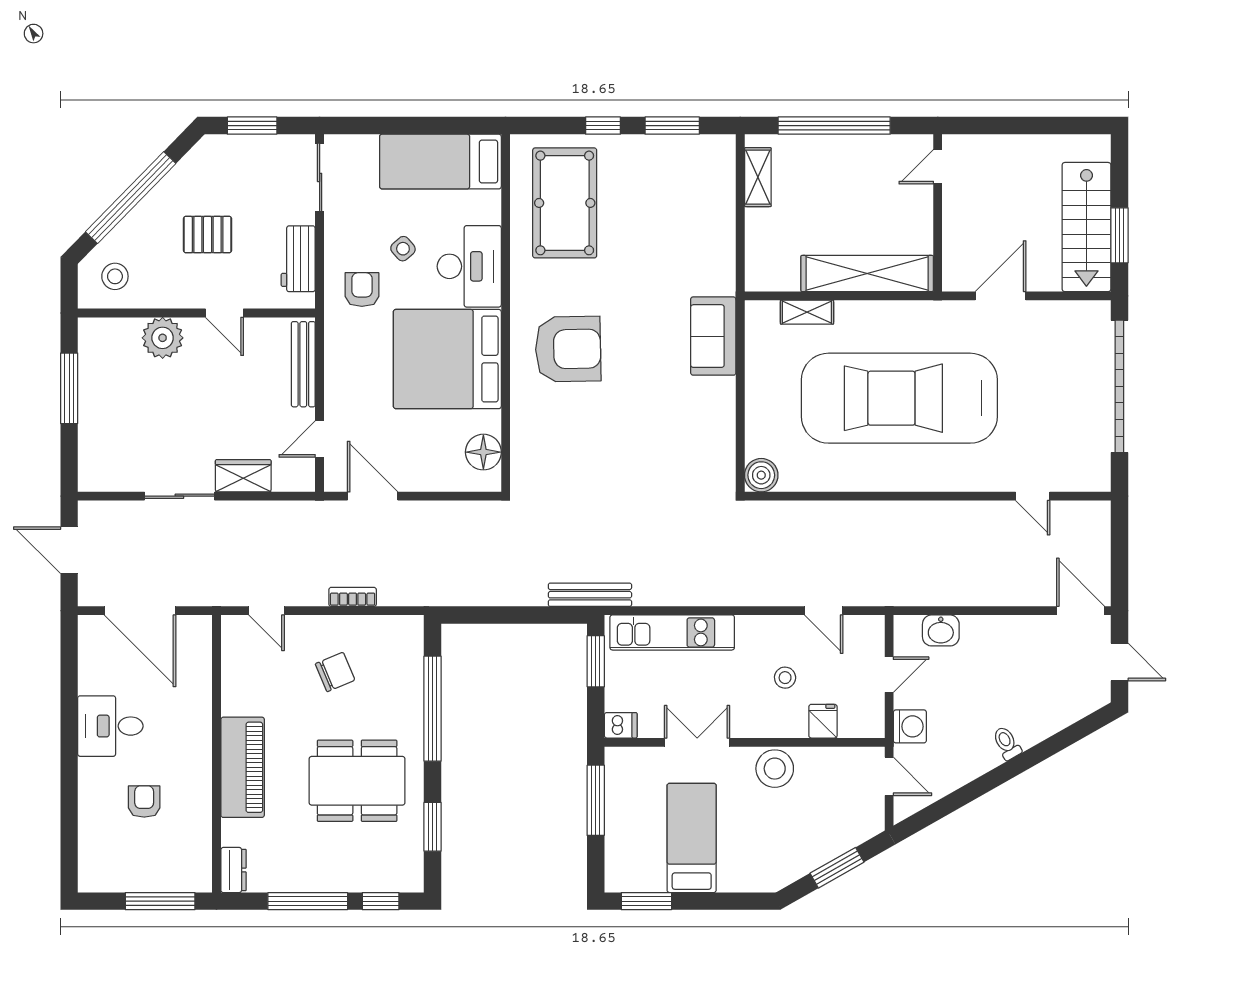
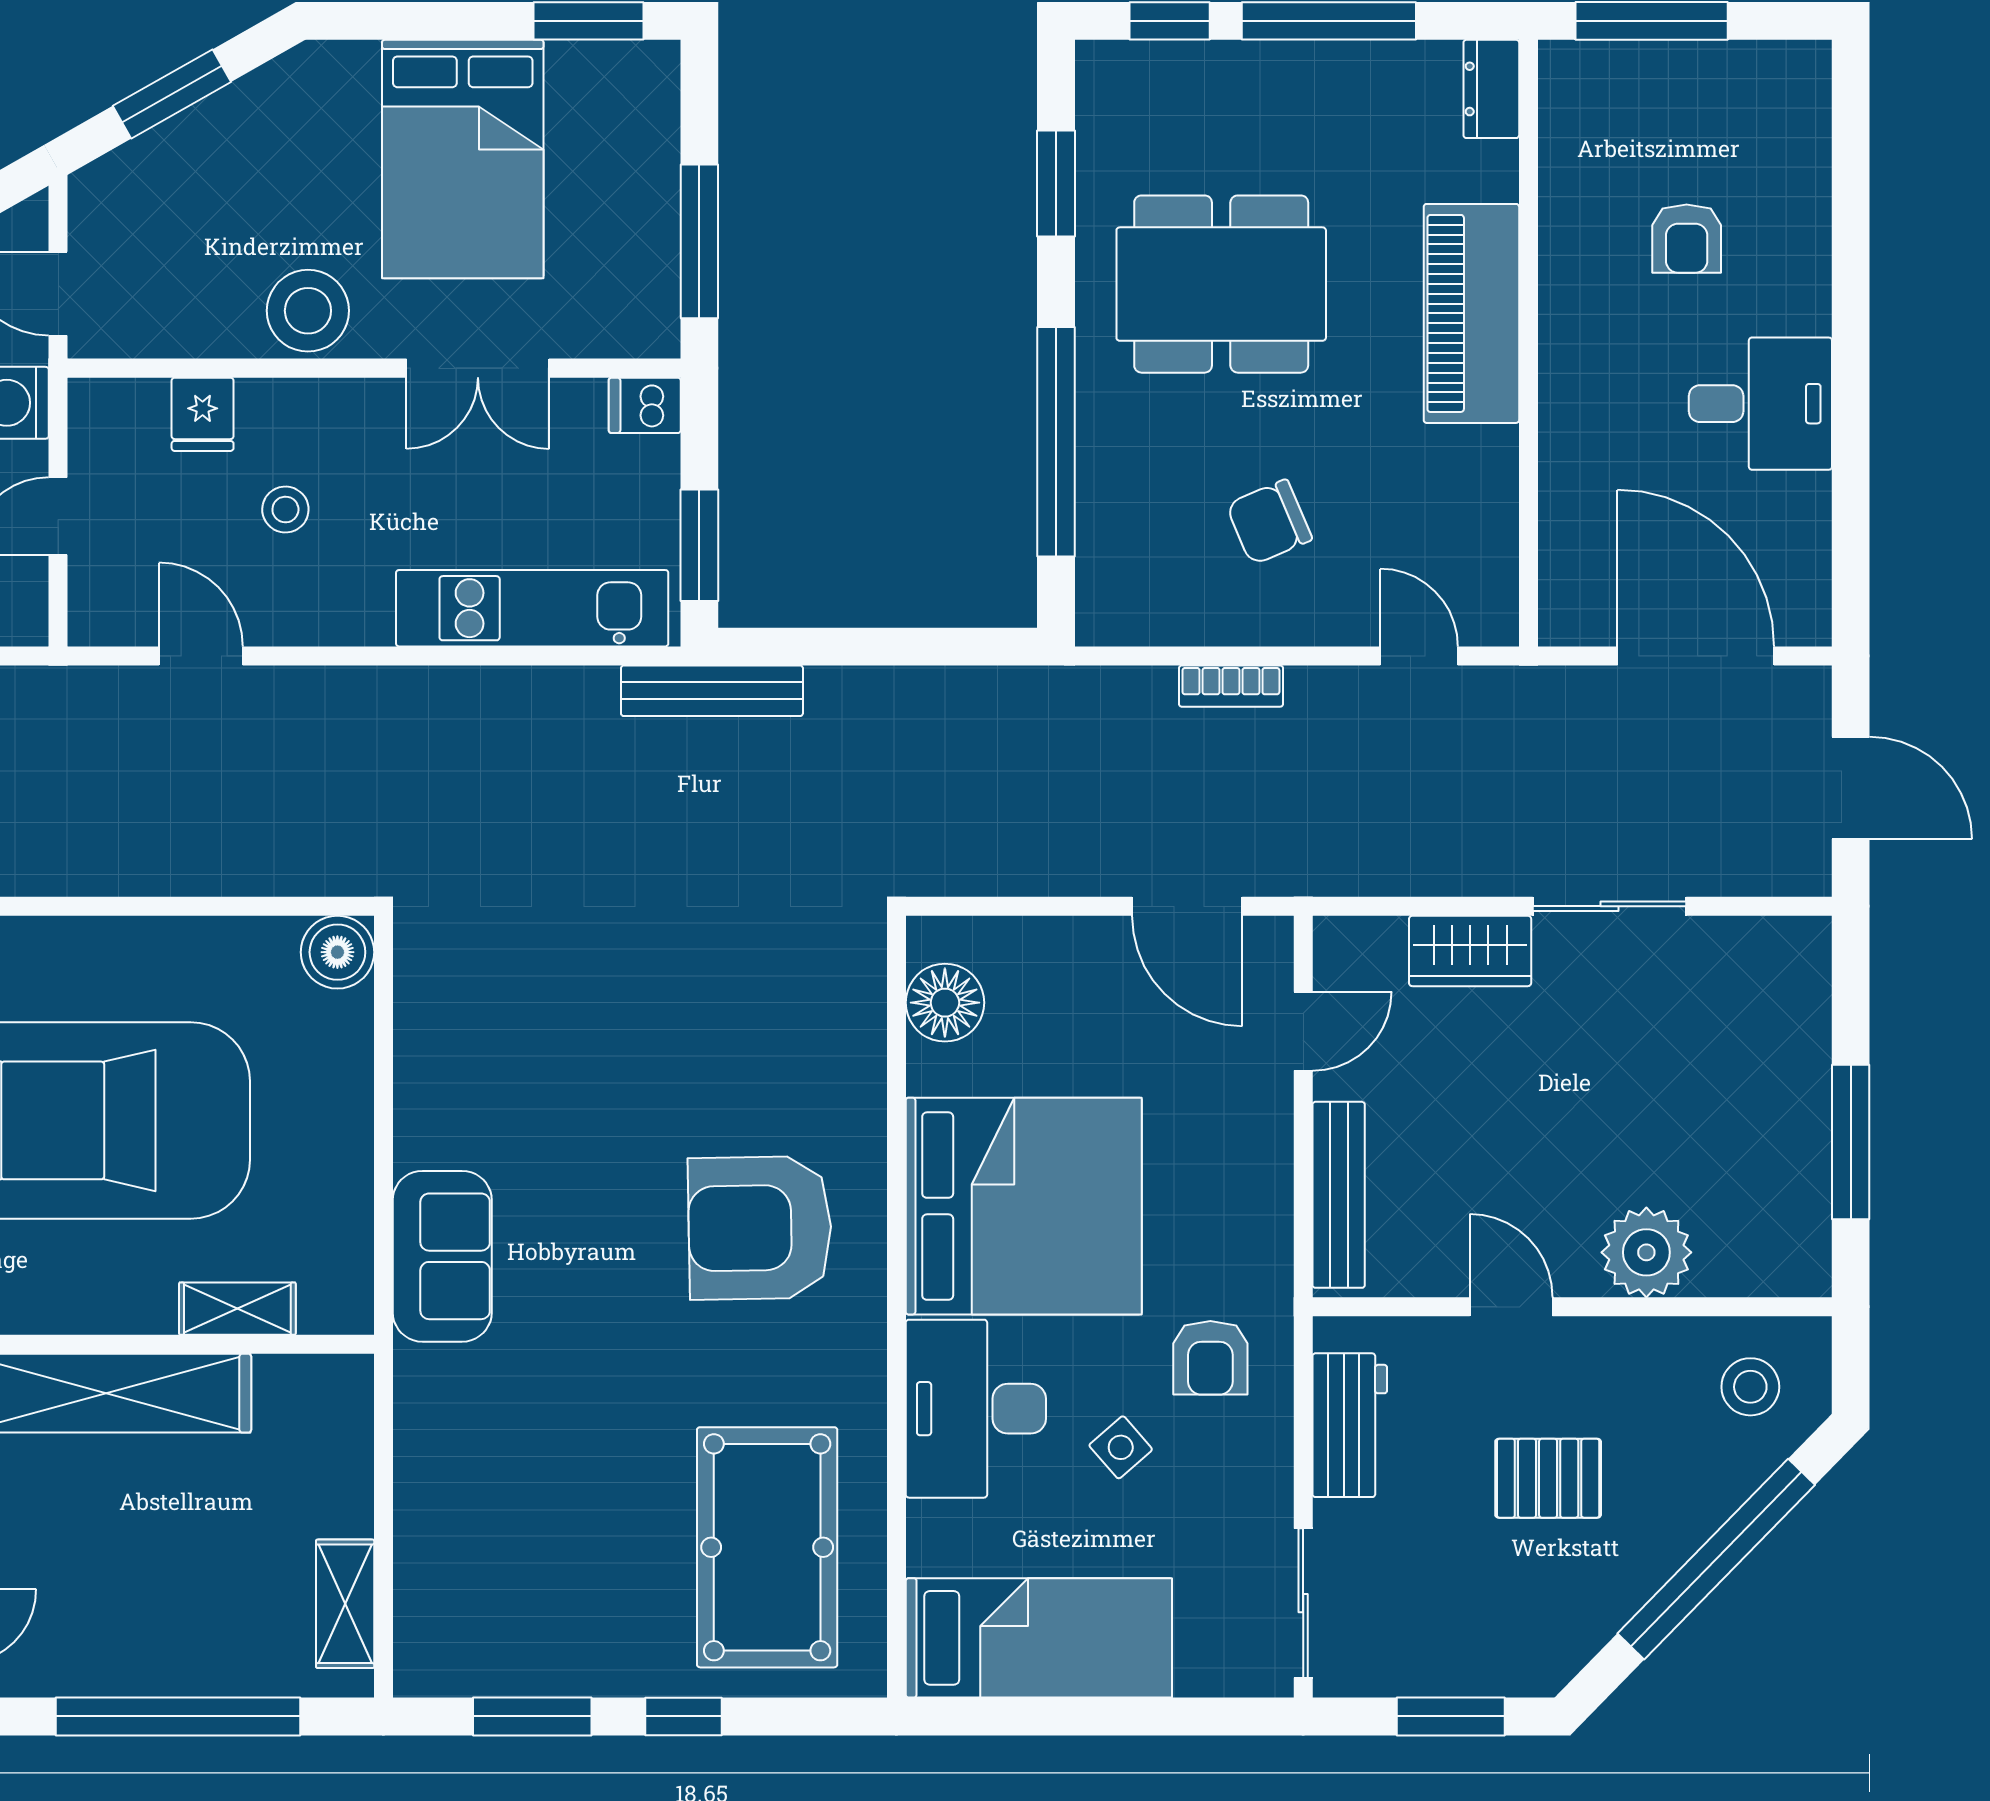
bed: (692, 838) -> (463, 159), width x1.50

